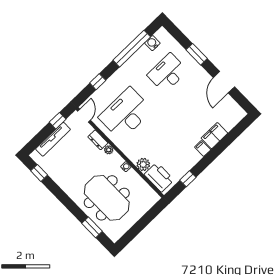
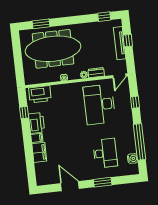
desk: (126, 114) -> (99, 104), turned 180
door: (84, 116) -> (119, 76), hinge flipped
window: (58, 121) -> (128, 41), moved
printer: (189, 160) -> (37, 123), added
plant: (143, 164) -> (56, 90), removed
meeting table: (107, 198) -> (53, 49), width x1.36

